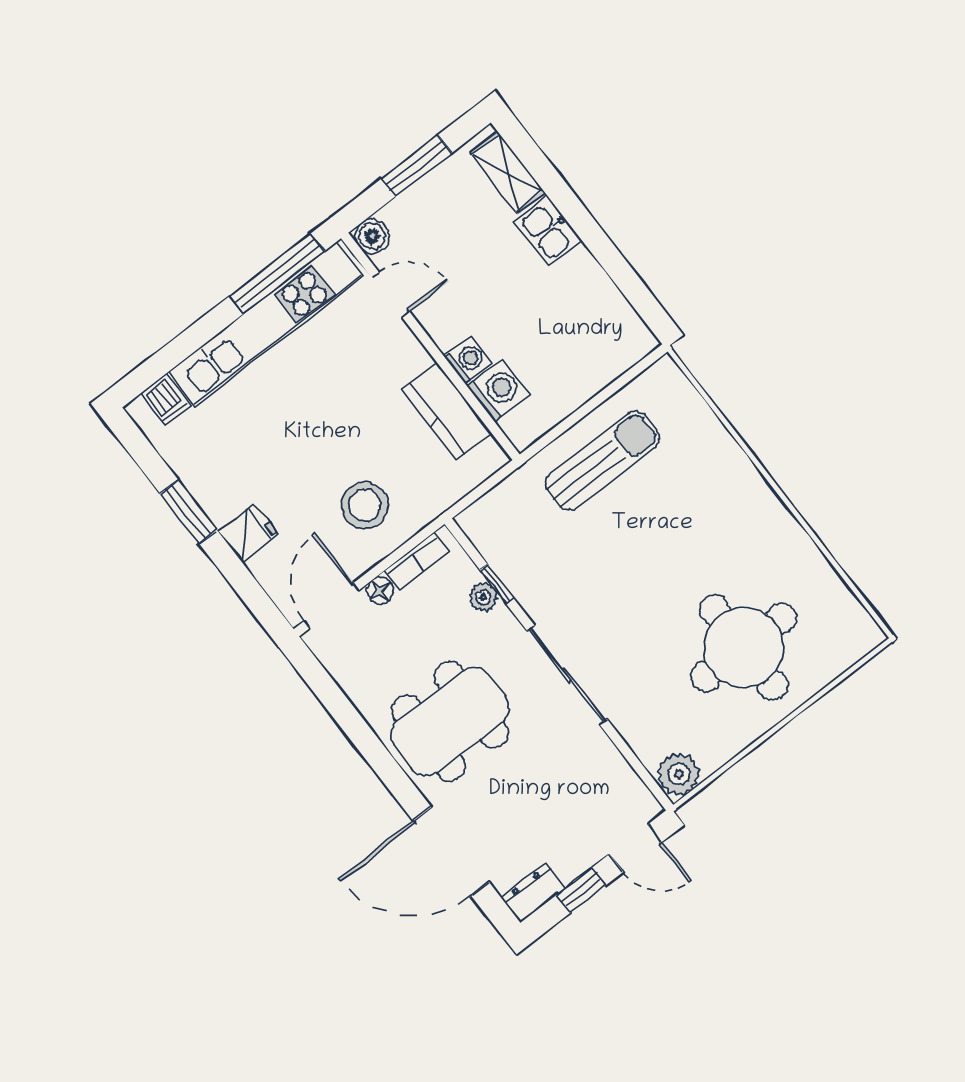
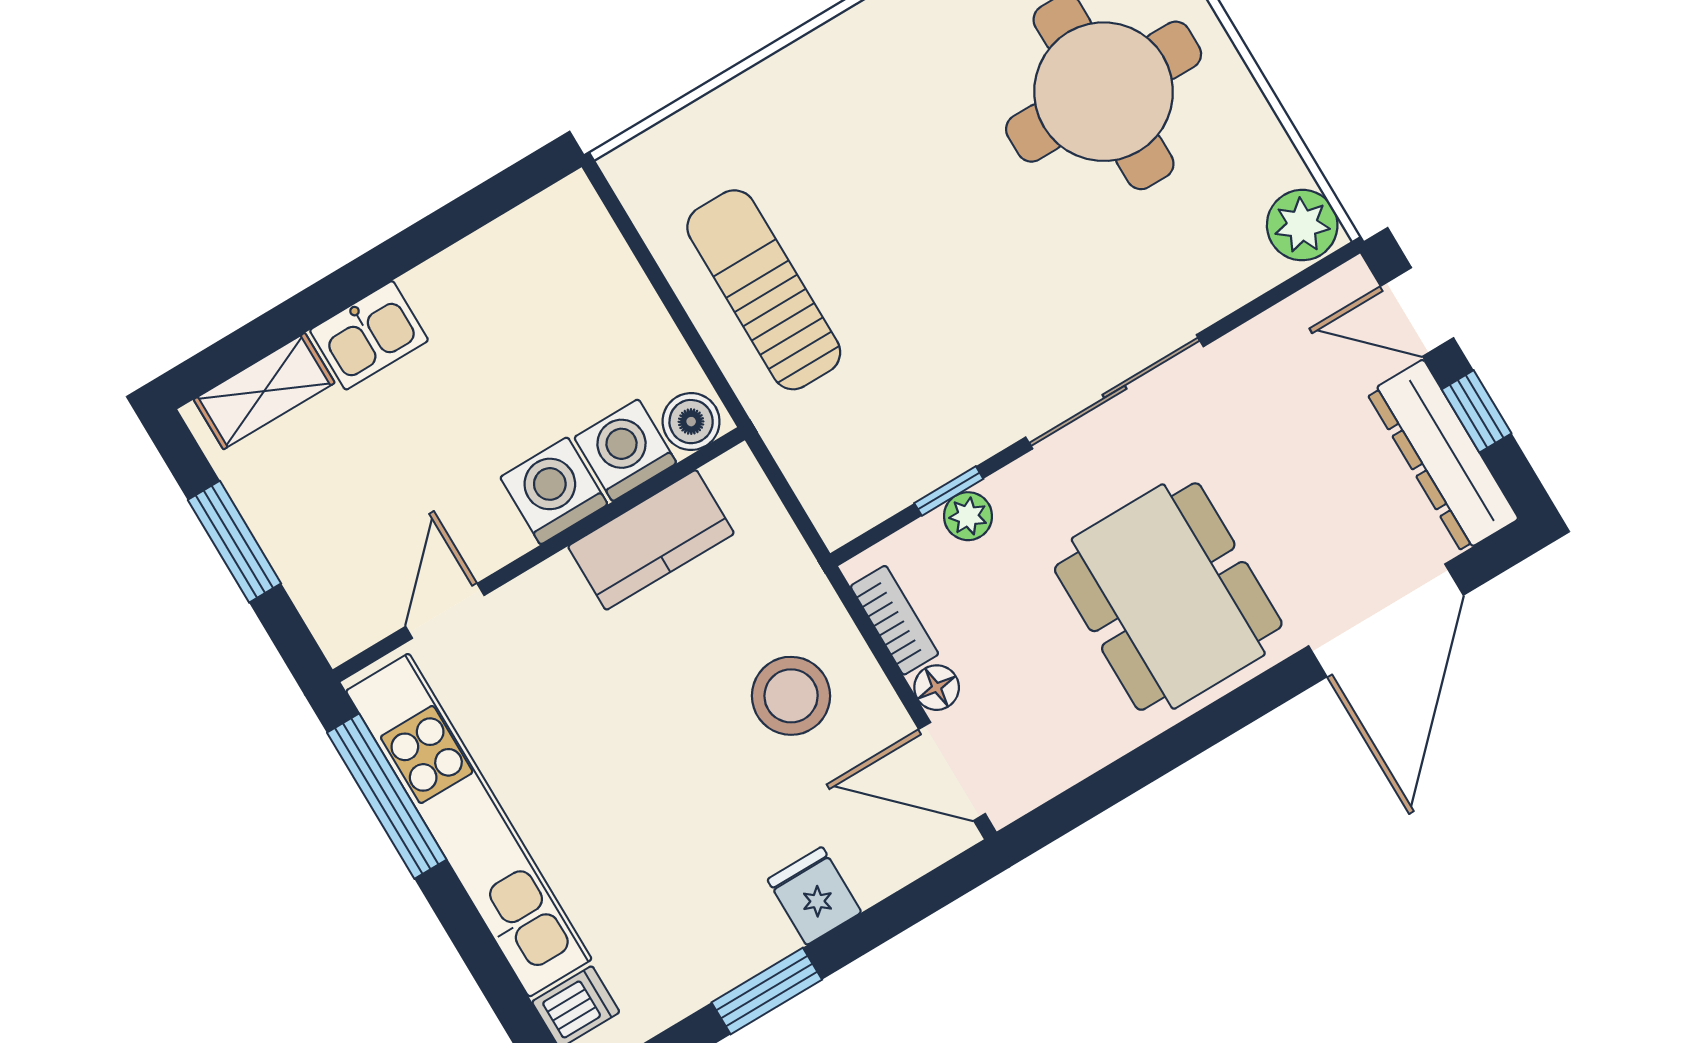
boiler: (372, 236) -> (691, 422), moved
washing machine: (468, 360) -> (554, 491), width x1.38, depth x1.38
door: (636, 848) -> (1417, 312), swing flipped
dresser: (533, 893) -> (1443, 456), width x1.96, depth x1.24

